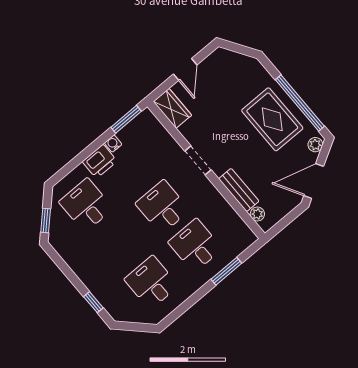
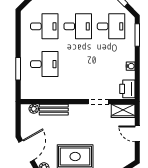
window: (126, 119) -> (137, 35), moved
doorway: (198, 160) -> (98, 102), moved
printer: (100, 161) -> (127, 89), moved
desk: (163, 207) -> (78, 26), moved

